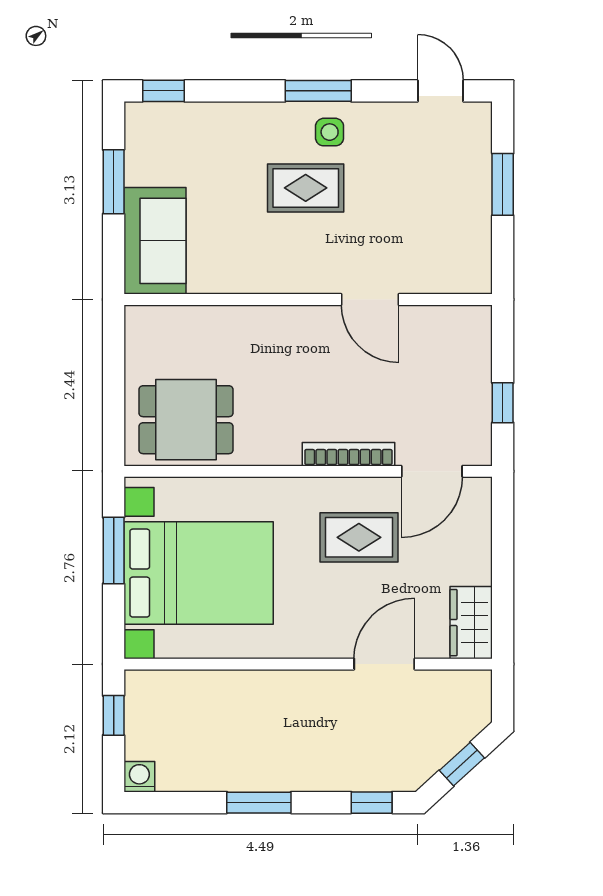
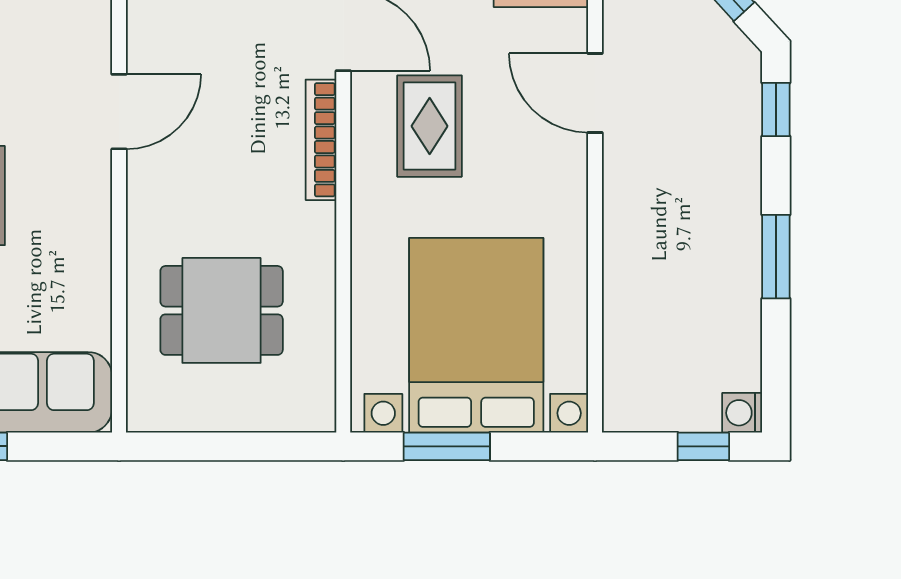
dining table: (186, 420) -> (222, 310), moved, turned 90
window: (114, 715) -> (703, 446), moved

